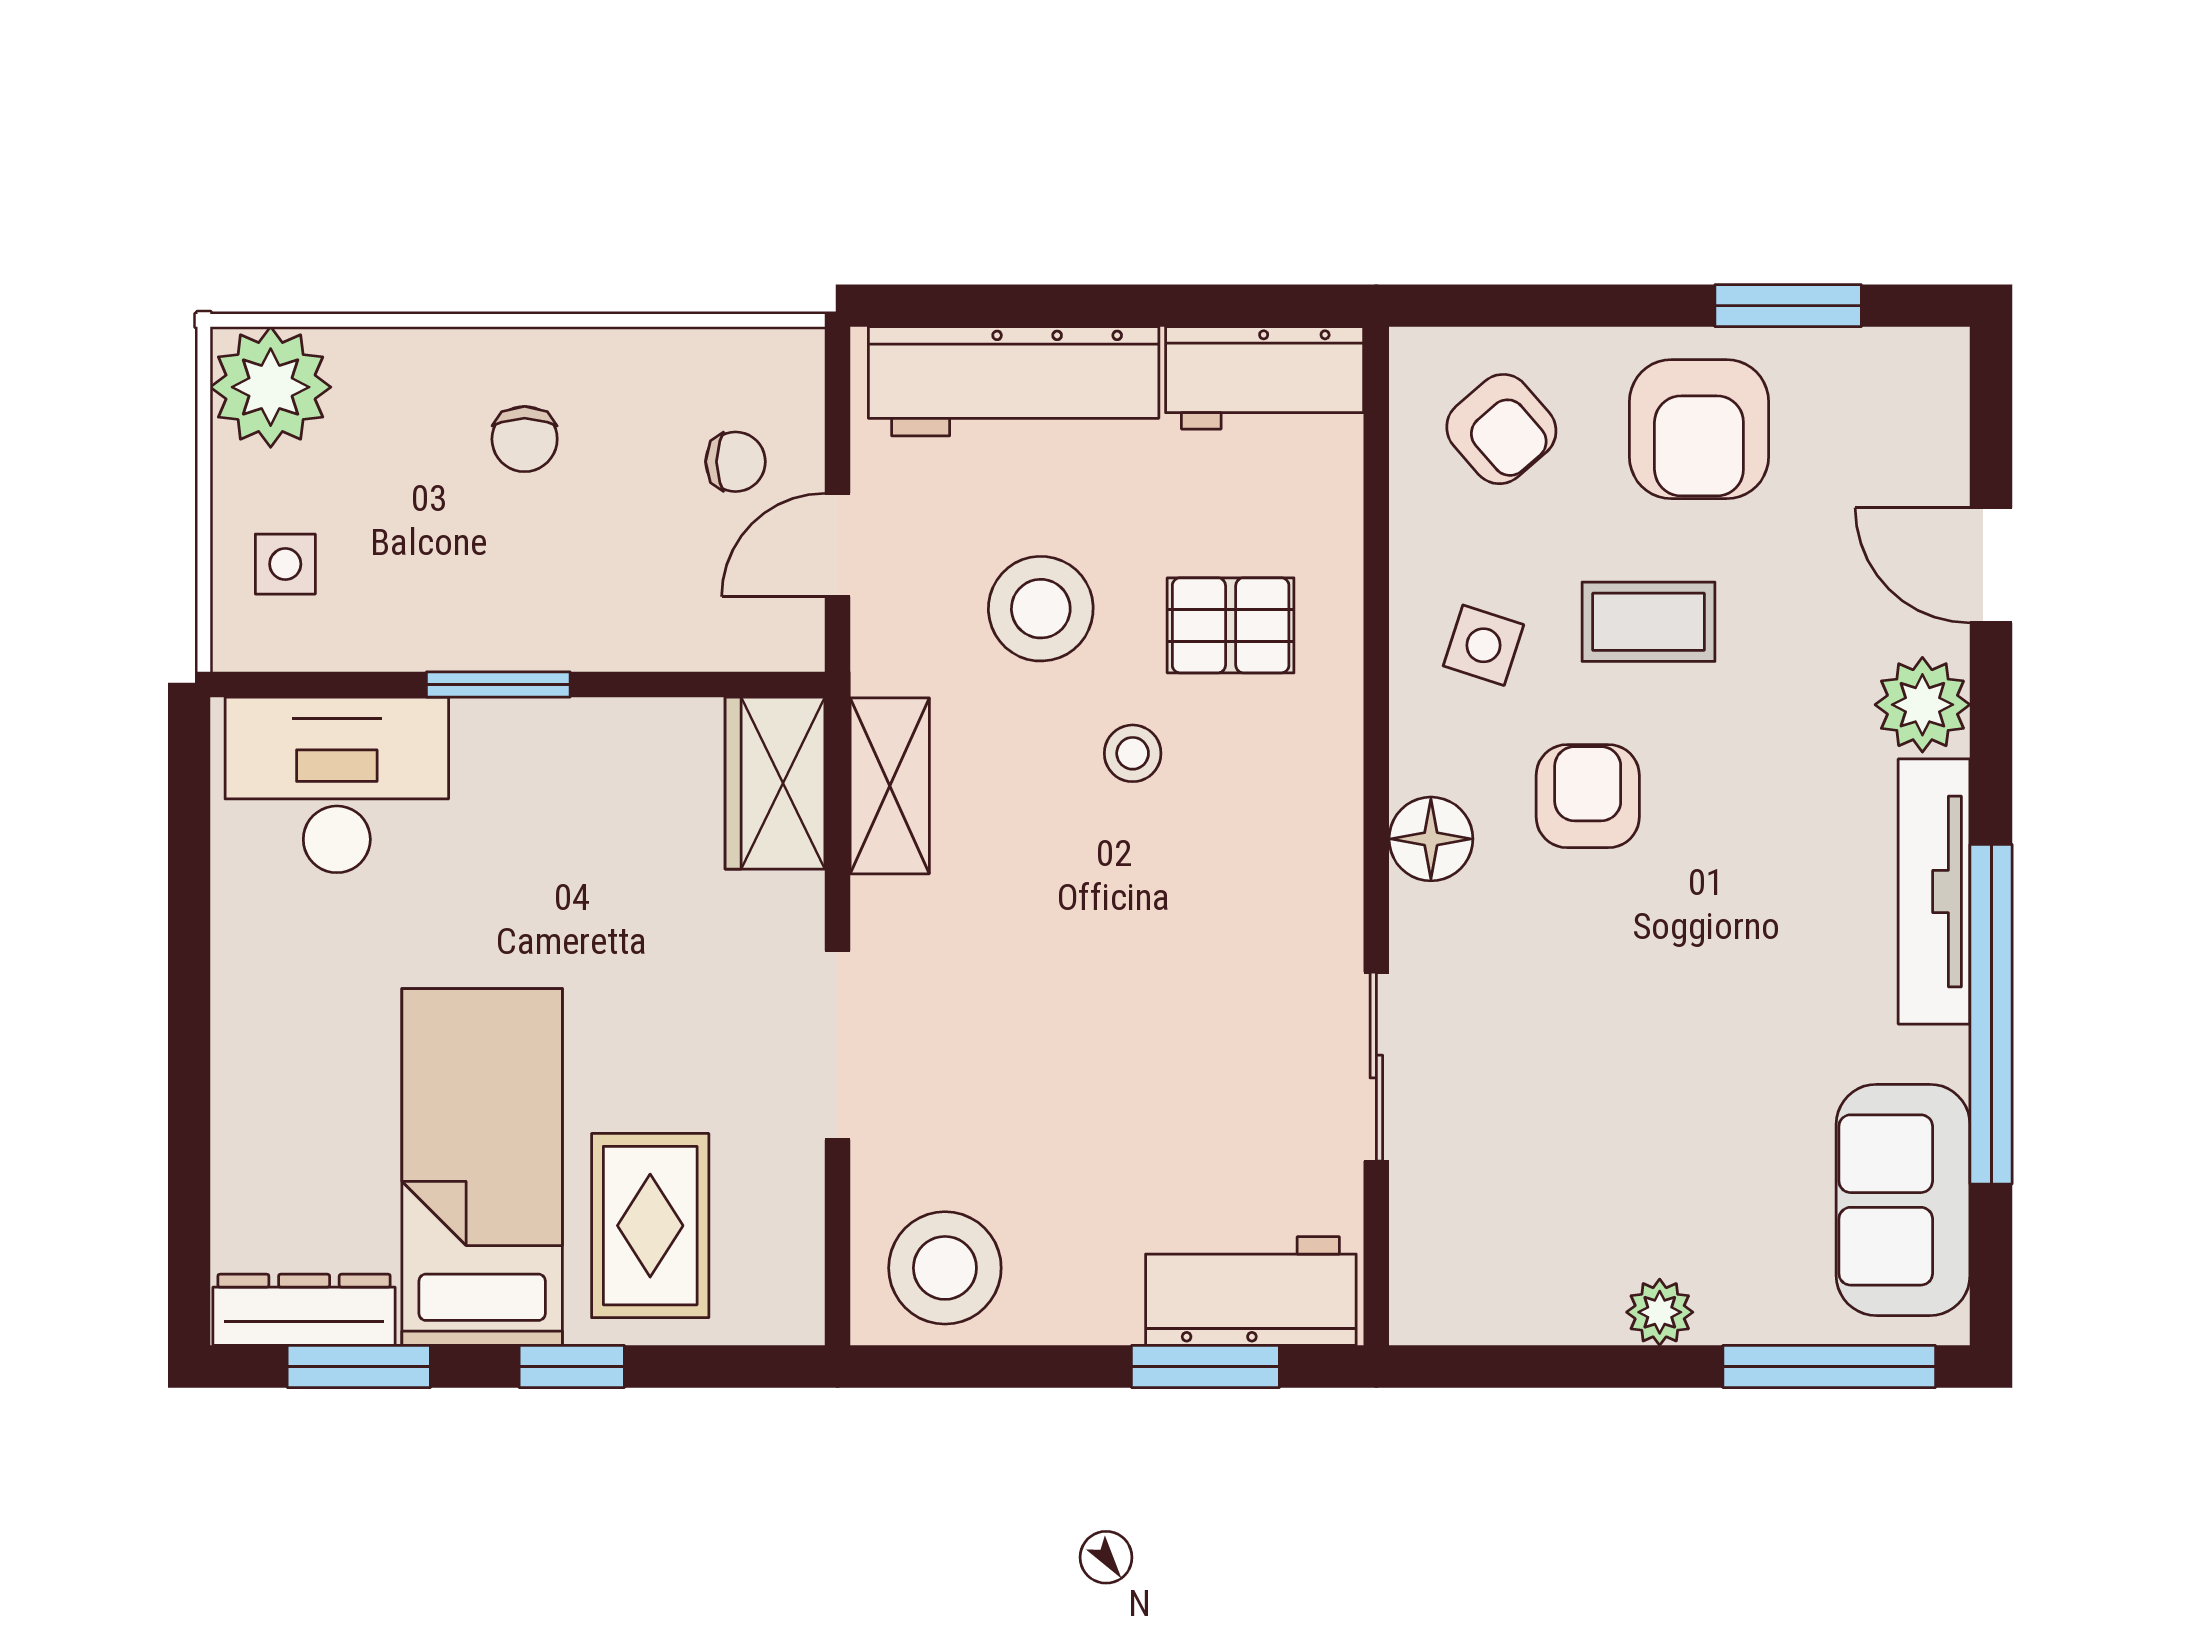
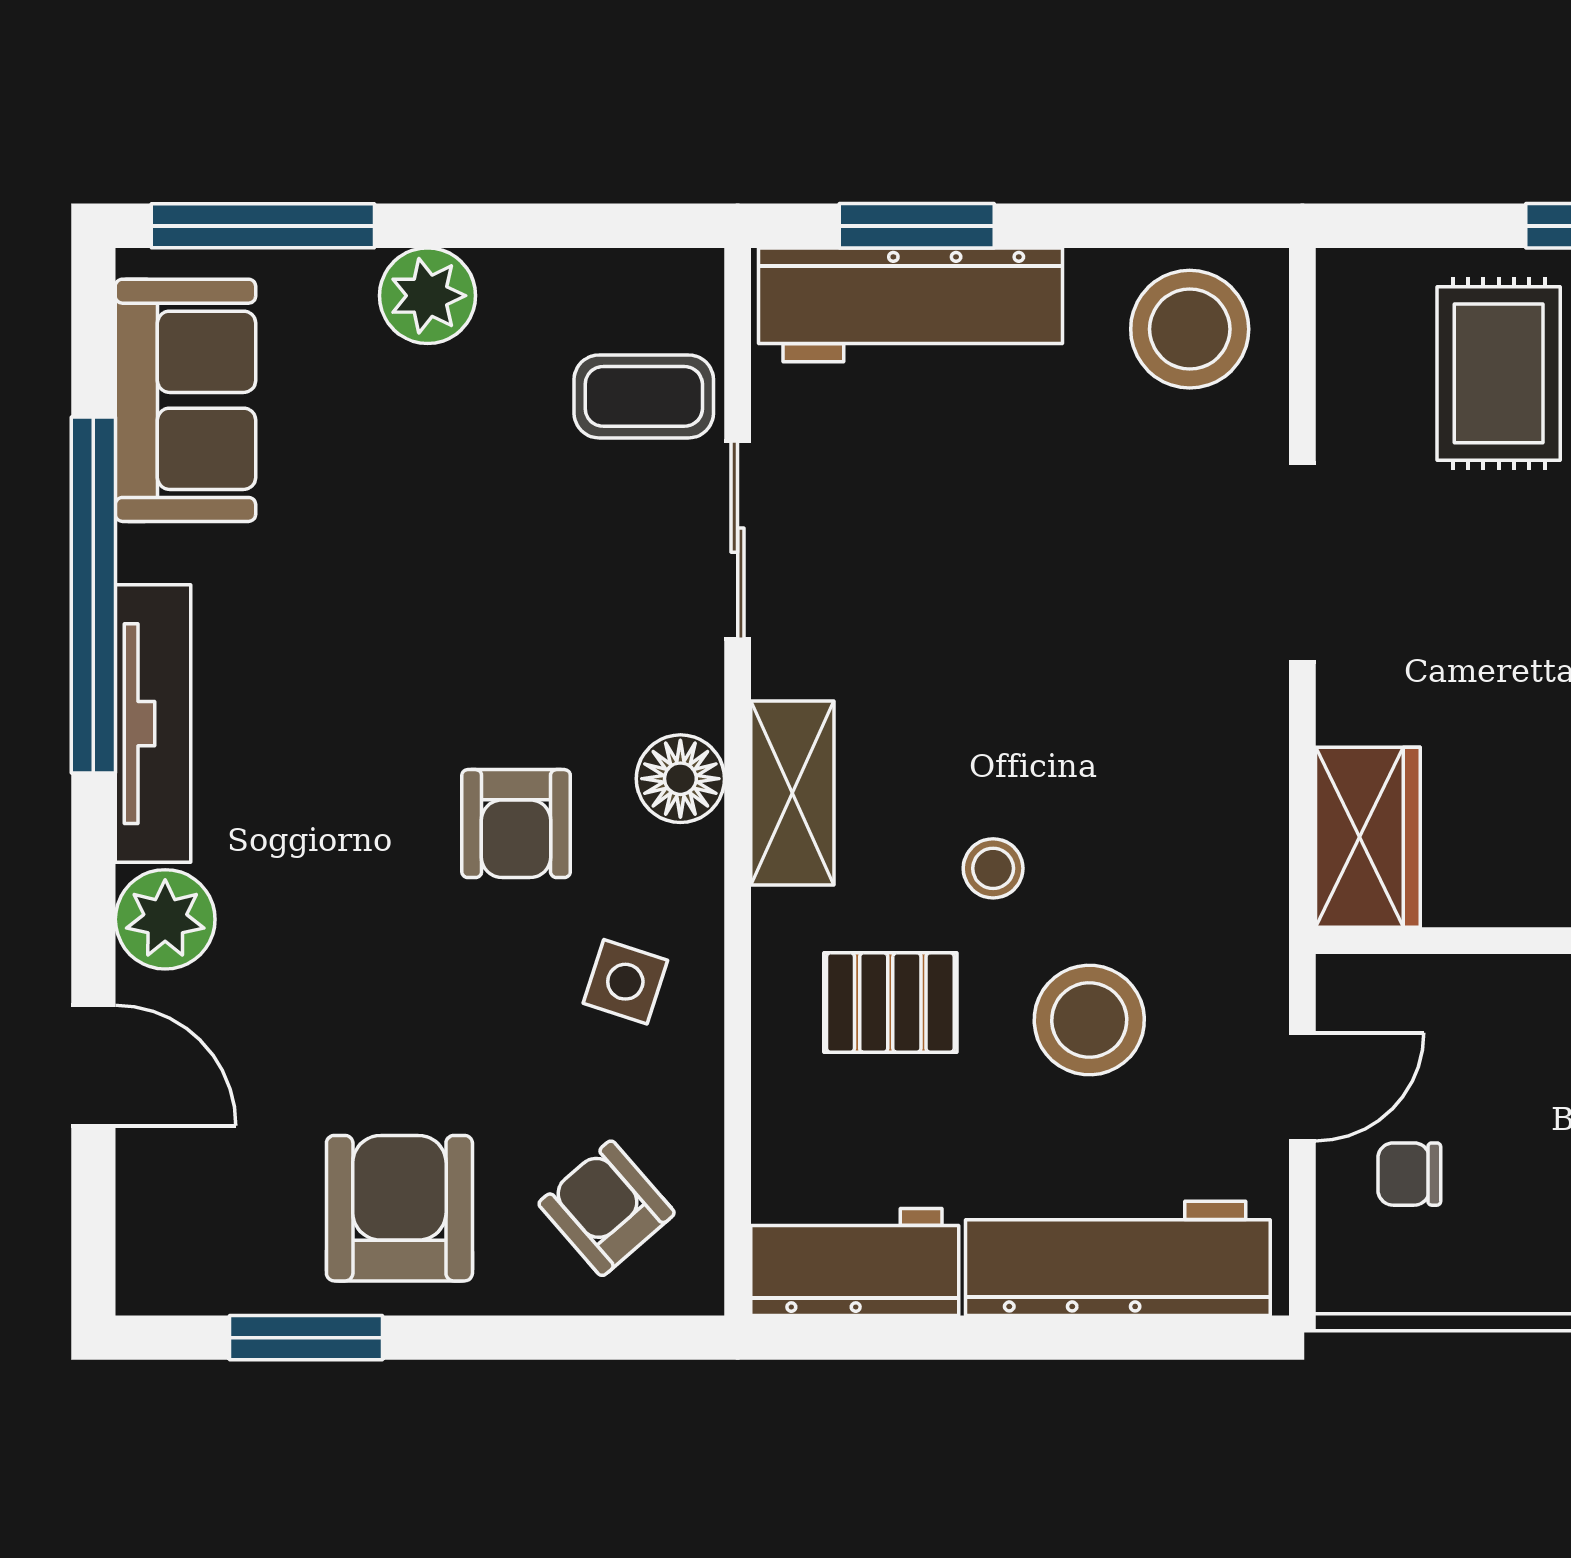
coffee table: (1648, 622) -> (644, 396), moved
shelving: (890, 786) -> (792, 793), moved
workbench: (1251, 1291) -> (911, 305), width x1.38
plant: (1660, 1312) -> (428, 296), width x1.38, depth x1.38

